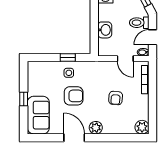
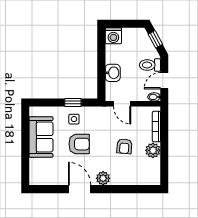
door: (125, 59) -> (122, 104), moved
window: (24, 99) -> (25, 147), removed
sofa: (38, 115) -> (41, 137), moved
plant: (142, 127) -> (153, 150), moved

